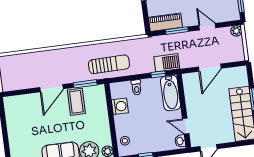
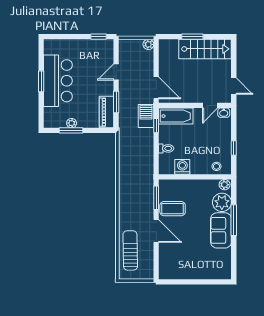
plant: (236, 31) -> (148, 44), moved
sun lounger: (109, 64) -> (130, 250), moved
door: (210, 68) -> (156, 88), moved

